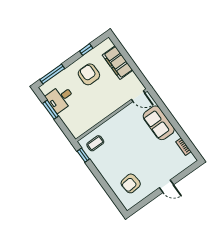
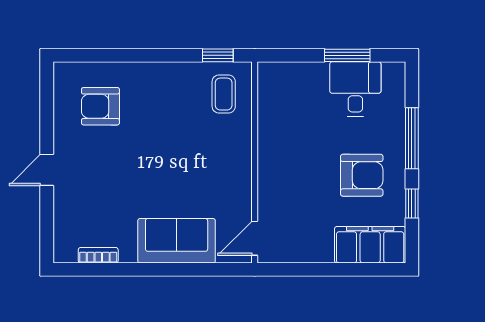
filing cabinet: (118, 63) -> (370, 245), moved
window: (52, 74) -> (412, 138), moved
armchair: (131, 183) -> (100, 106), turned -84

